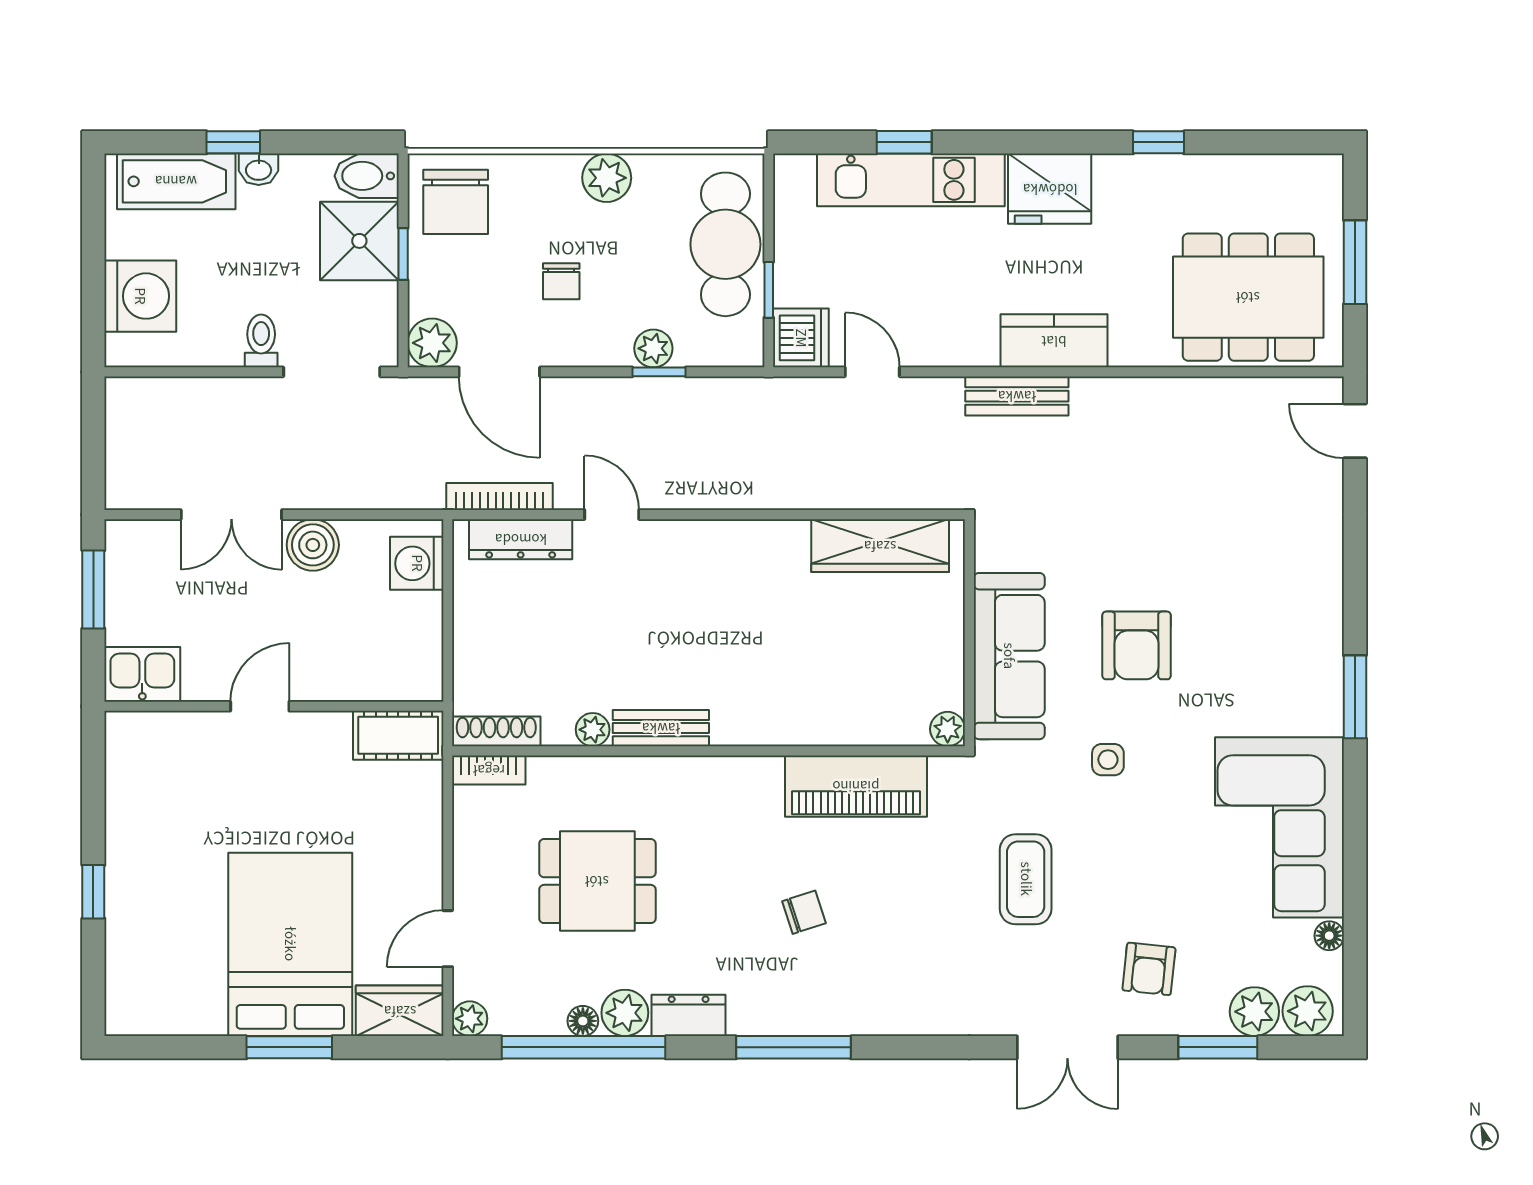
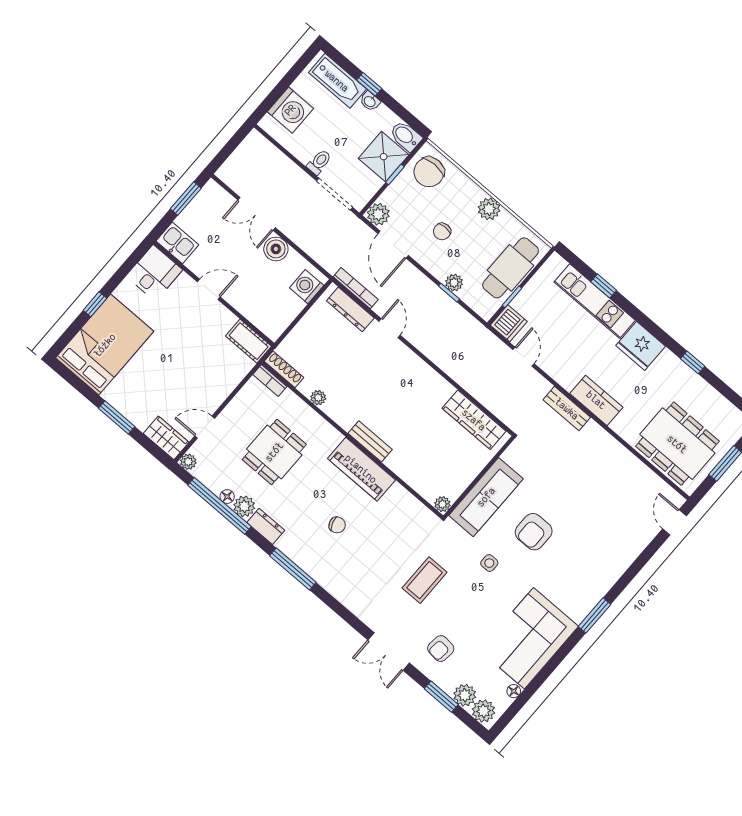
bench: (661, 728) -> (370, 441), moved
desk: (147, 756) -> (154, 273), added
piano: (856, 786) -> (361, 469), moved
dining table: (597, 881) -> (274, 452), turned 90
bed: (290, 944) -> (105, 345), moved

